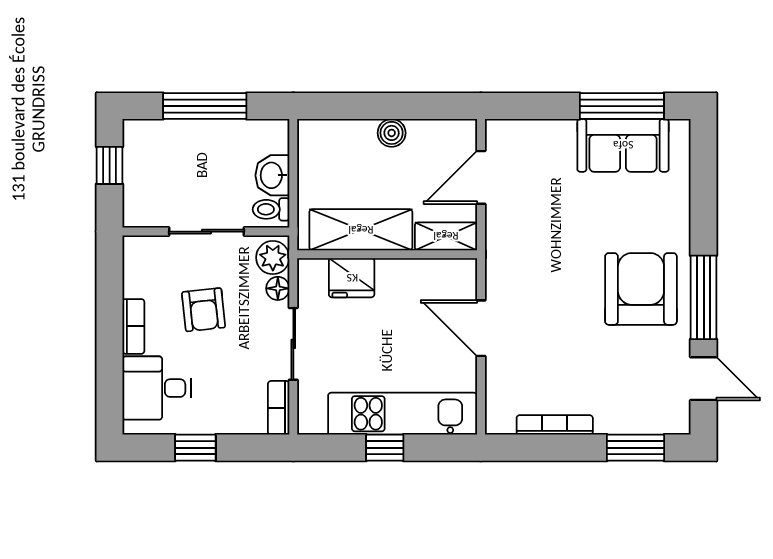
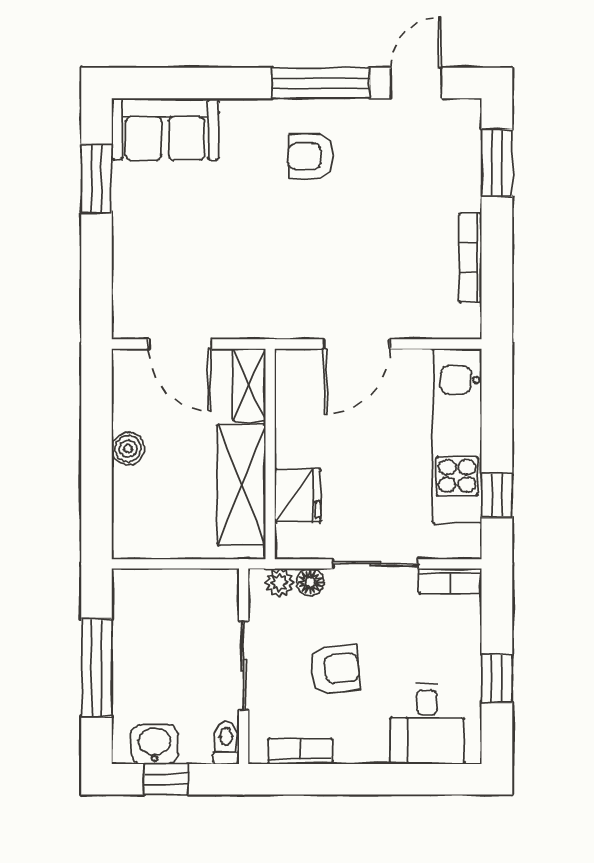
window: (622, 106) -> (96, 179), width x0.69
sofa: (623, 145) -> (165, 129), moved, turned 90
washbasin: (272, 175) -> (154, 744), moved, turned 180
toilet: (271, 209) -> (226, 743), moved, turned 180
plant: (273, 258) -> (279, 583), width x0.73, depth x0.73
armchair: (641, 289) -> (311, 156), width x0.53, depth x0.53
bookcase: (133, 326) -> (300, 751), moved
window: (385, 448) -> (497, 495), moved

